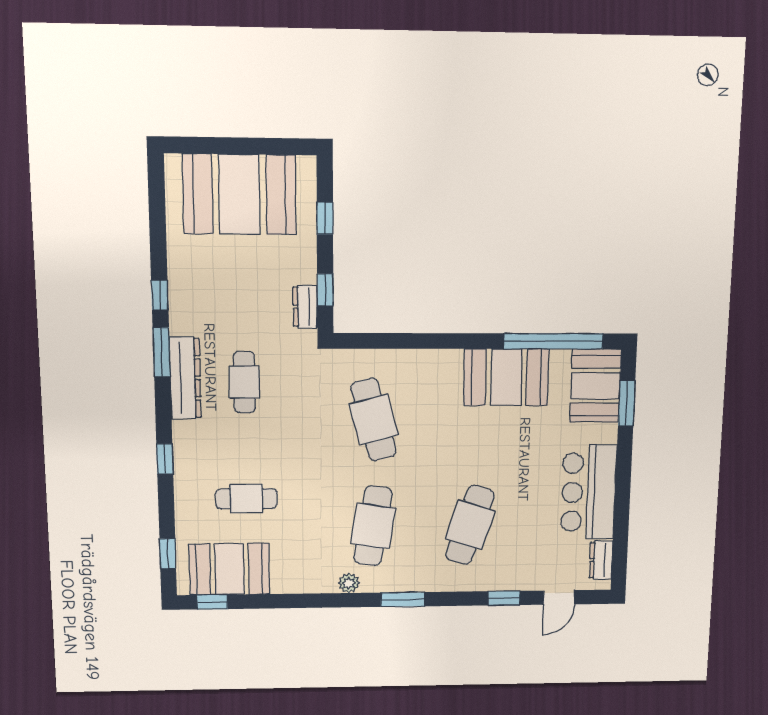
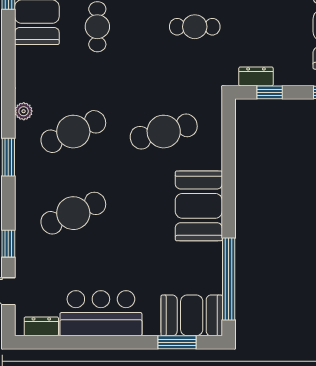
booth: (506, 377) -> (199, 206), moved
cafe table: (470, 525) -> (73, 213), turned -42
cafe table: (373, 526) -> (73, 132), turned -33

